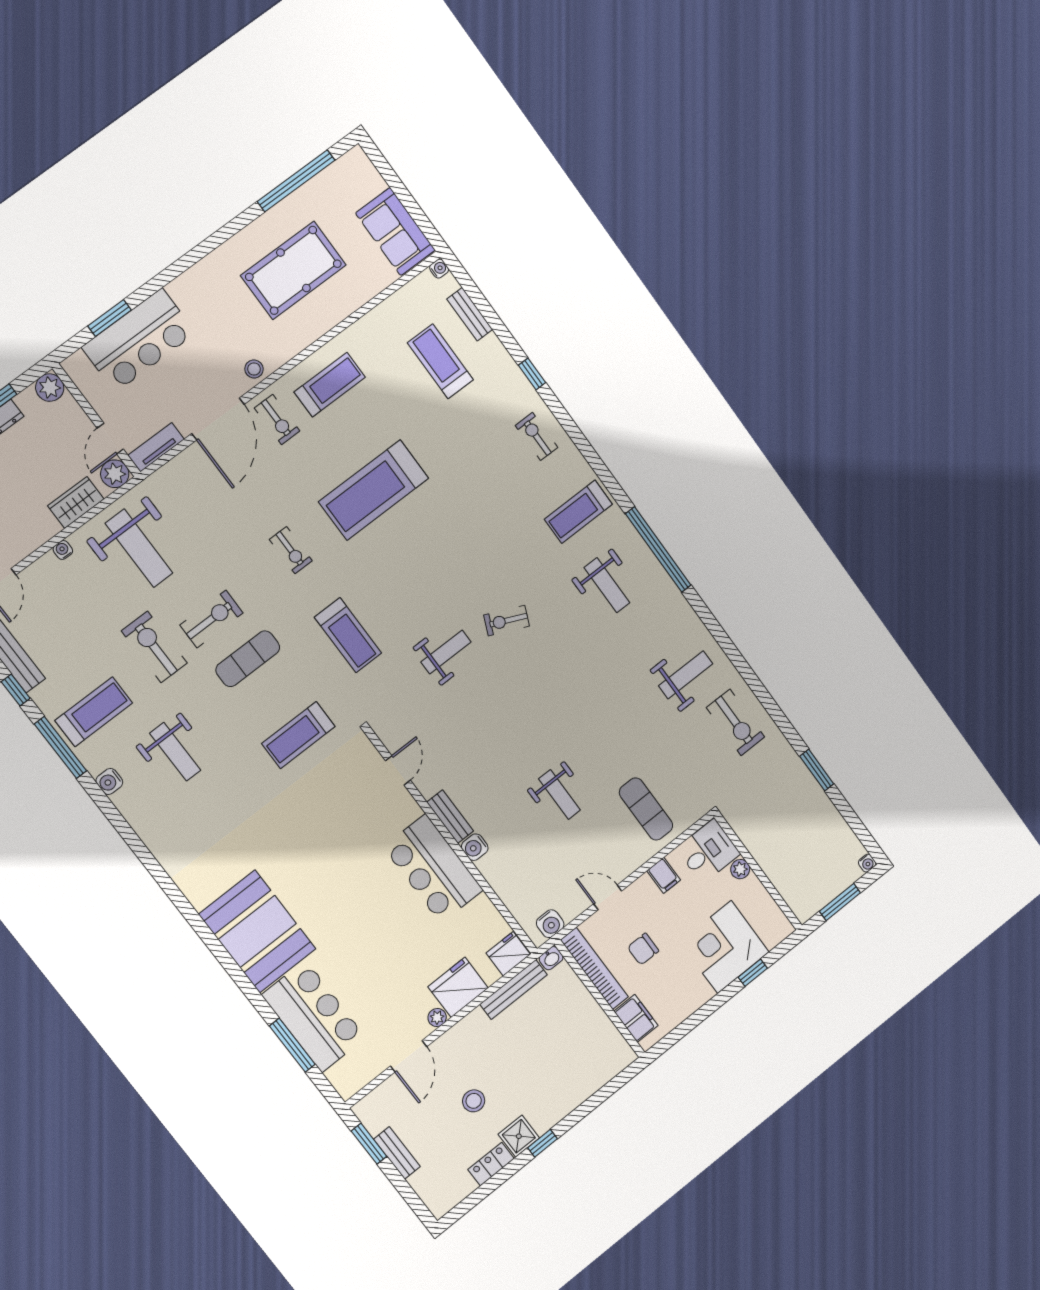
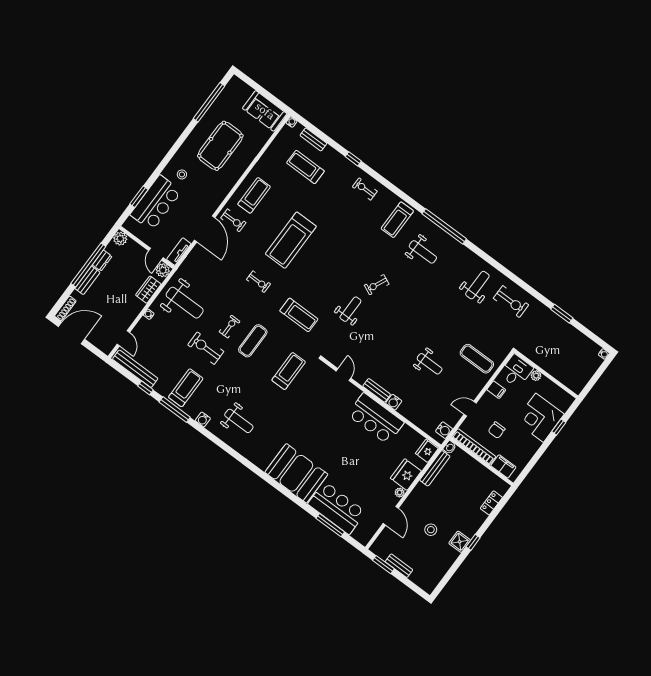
stool: (254, 369) -> (182, 174), moved
exercise bike: (211, 619) -> (230, 327), width x0.73, depth x0.72
treadmill: (298, 735) -> (289, 371), turned 180
weight bench: (175, 752) -> (239, 421), moved
window: (840, 902) -> (595, 378), removed
locker: (491, 1164) -> (491, 503), moved

